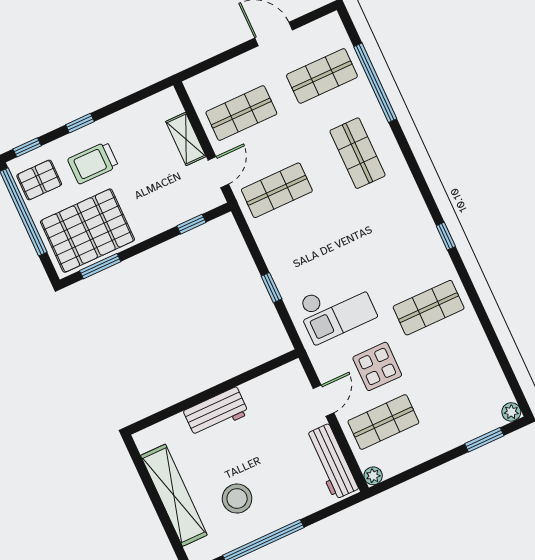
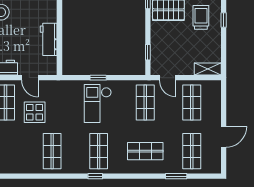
window: (375, 83) -> (176, 176), width x0.47
shelving: (186, 139) -> (208, 69), moved
shop shelf: (393, 230) -> (99, 151), added
window: (446, 236) -> (95, 176), moved
checkout: (336, 309) -> (98, 103), moved
workbench: (216, 412) -> (49, 39), moved

